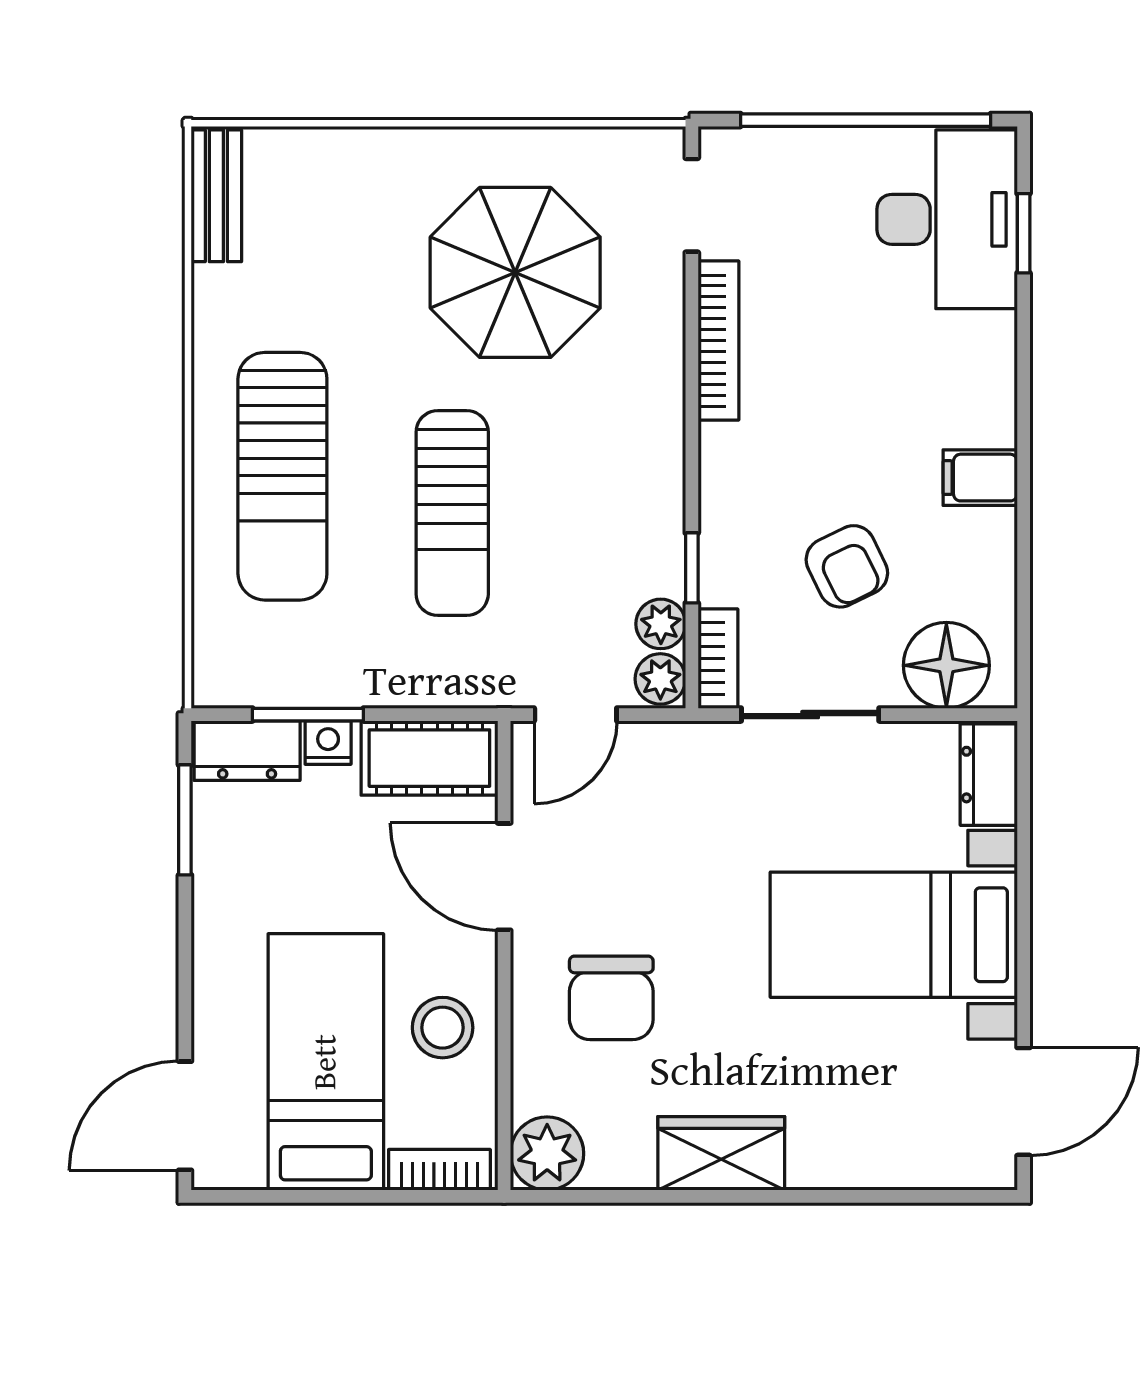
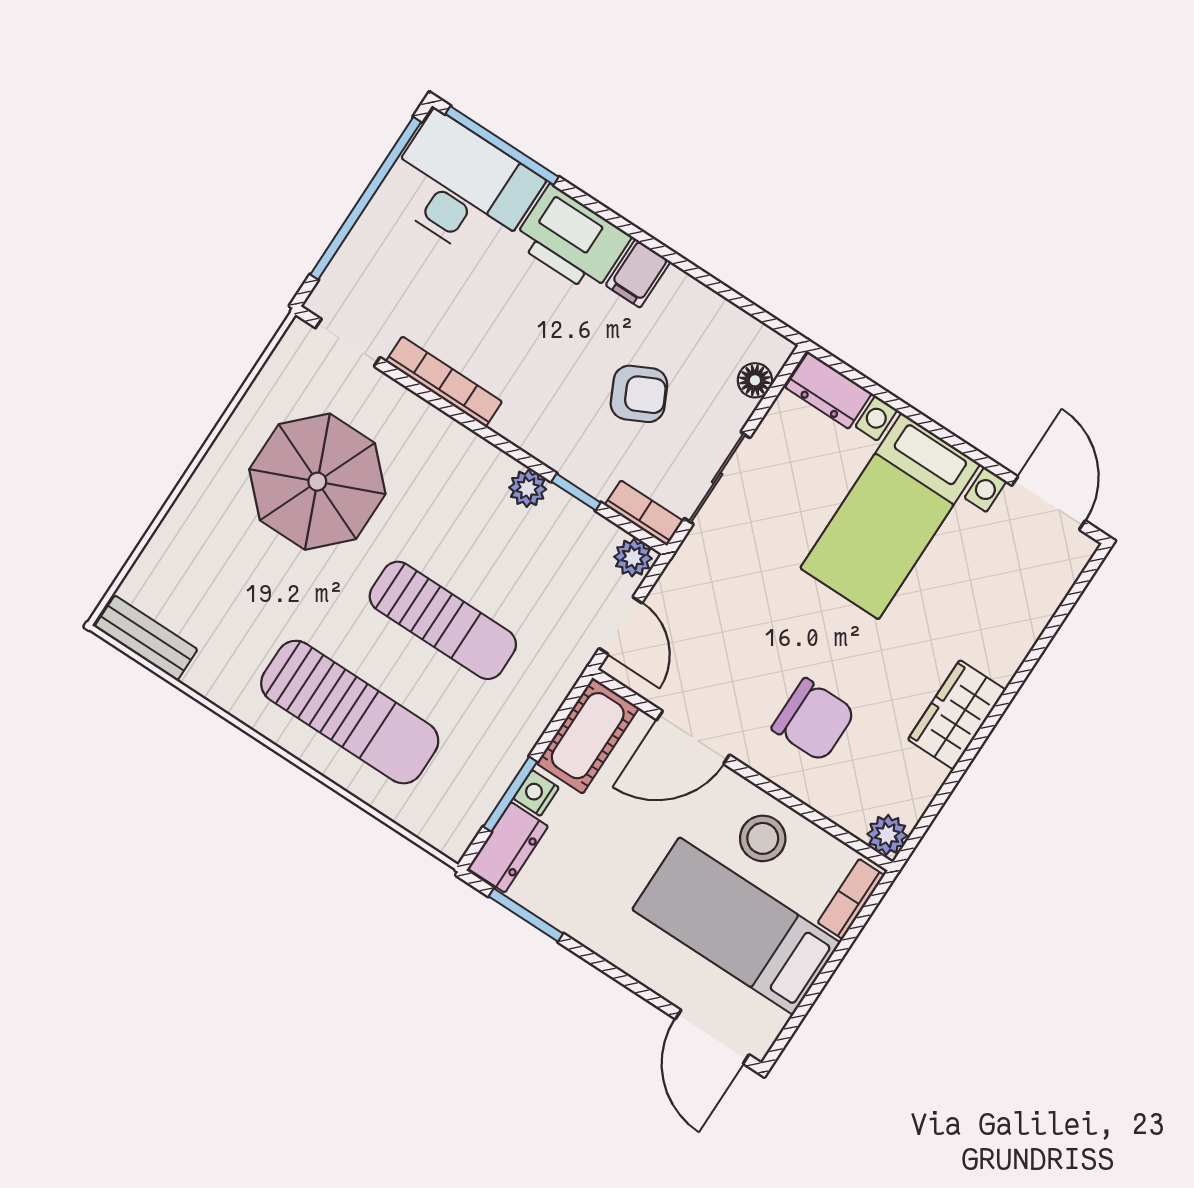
window: (1024, 233) -> (502, 145), width x2.17
printer: (970, 379) -> (572, 239), added
plant: (661, 624) -> (528, 488), moved
floor lamp: (946, 665) -> (755, 380), width x0.53, depth x0.53
plant: (547, 1153) -> (887, 835), width x0.73, depth x0.73

